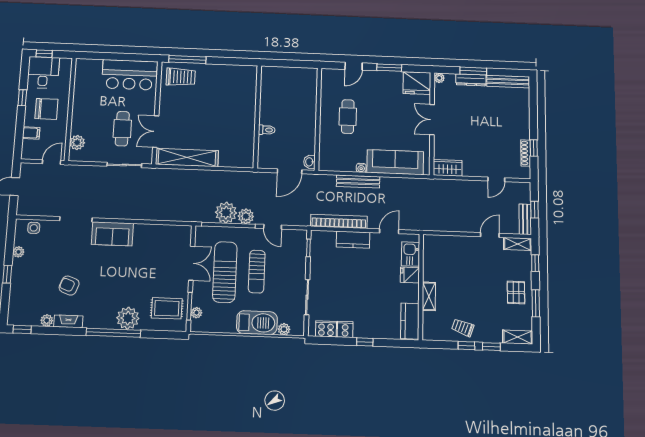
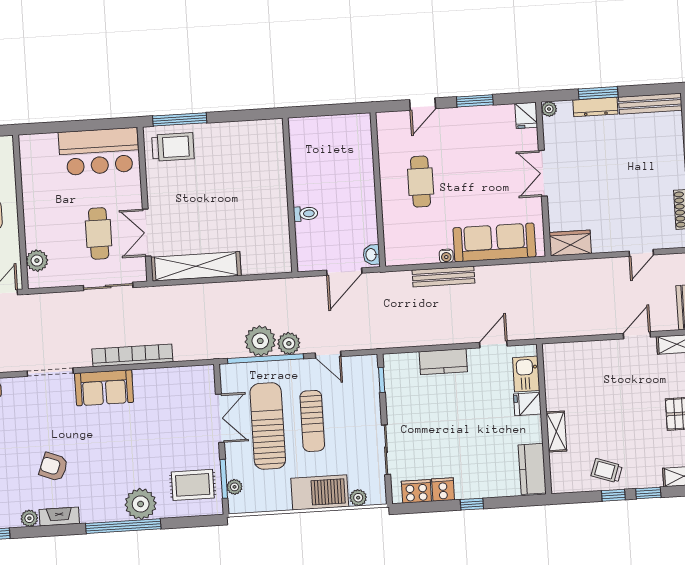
fridge: (417, 83) -> (526, 115), width x0.53, depth x0.75
bookcase: (339, 221) -> (132, 355), moved

